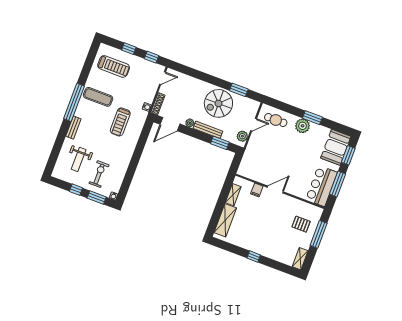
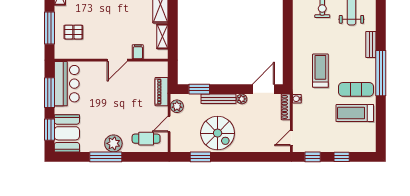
treadmill: (114, 66) -> (355, 113), moved
spiral stairs: (218, 103) -> (218, 133), turned 90
window: (312, 118) -> (106, 157), width x1.44
piano: (250, 152) -> (162, 92), added

